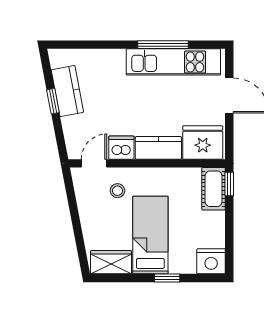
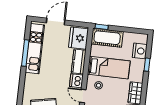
cot: (214, 189) -> (107, 38), width x1.37, depth x1.34
bed: (150, 235) -> (109, 68), moved, turned 180
nightstand: (211, 261) -> (140, 51), moved

